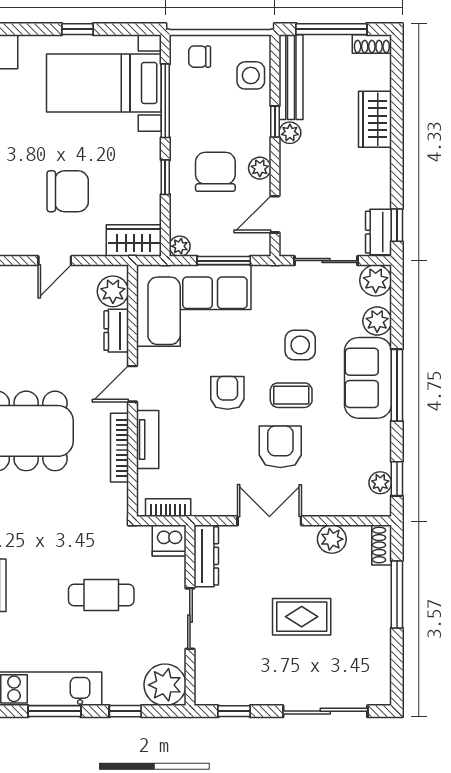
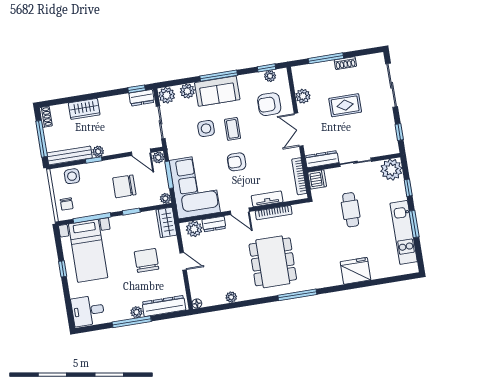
plant: (260, 168) -> (158, 157), moved
armchair: (280, 447) -> (269, 104), moved
bookcase: (168, 508) -> (299, 176), width x1.56
shoe rack: (382, 545) -> (345, 63), moved
rug: (302, 617) -> (345, 105), turned 90

